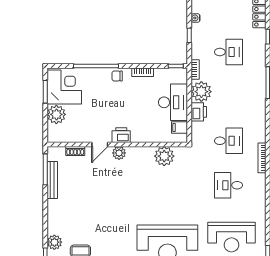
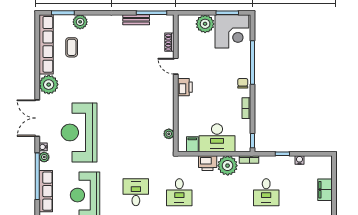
plant: (119, 153) -> (167, 85), removed
plant: (164, 156) -> (169, 134), width x0.53, depth x0.53
bench: (52, 180) -> (136, 20), width x0.73

